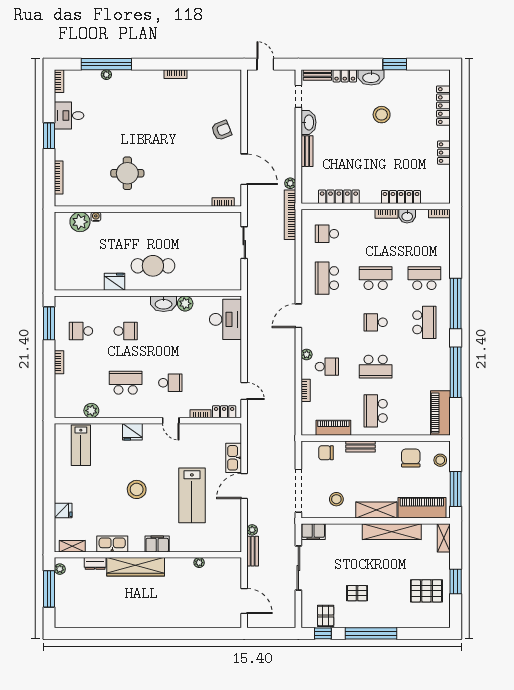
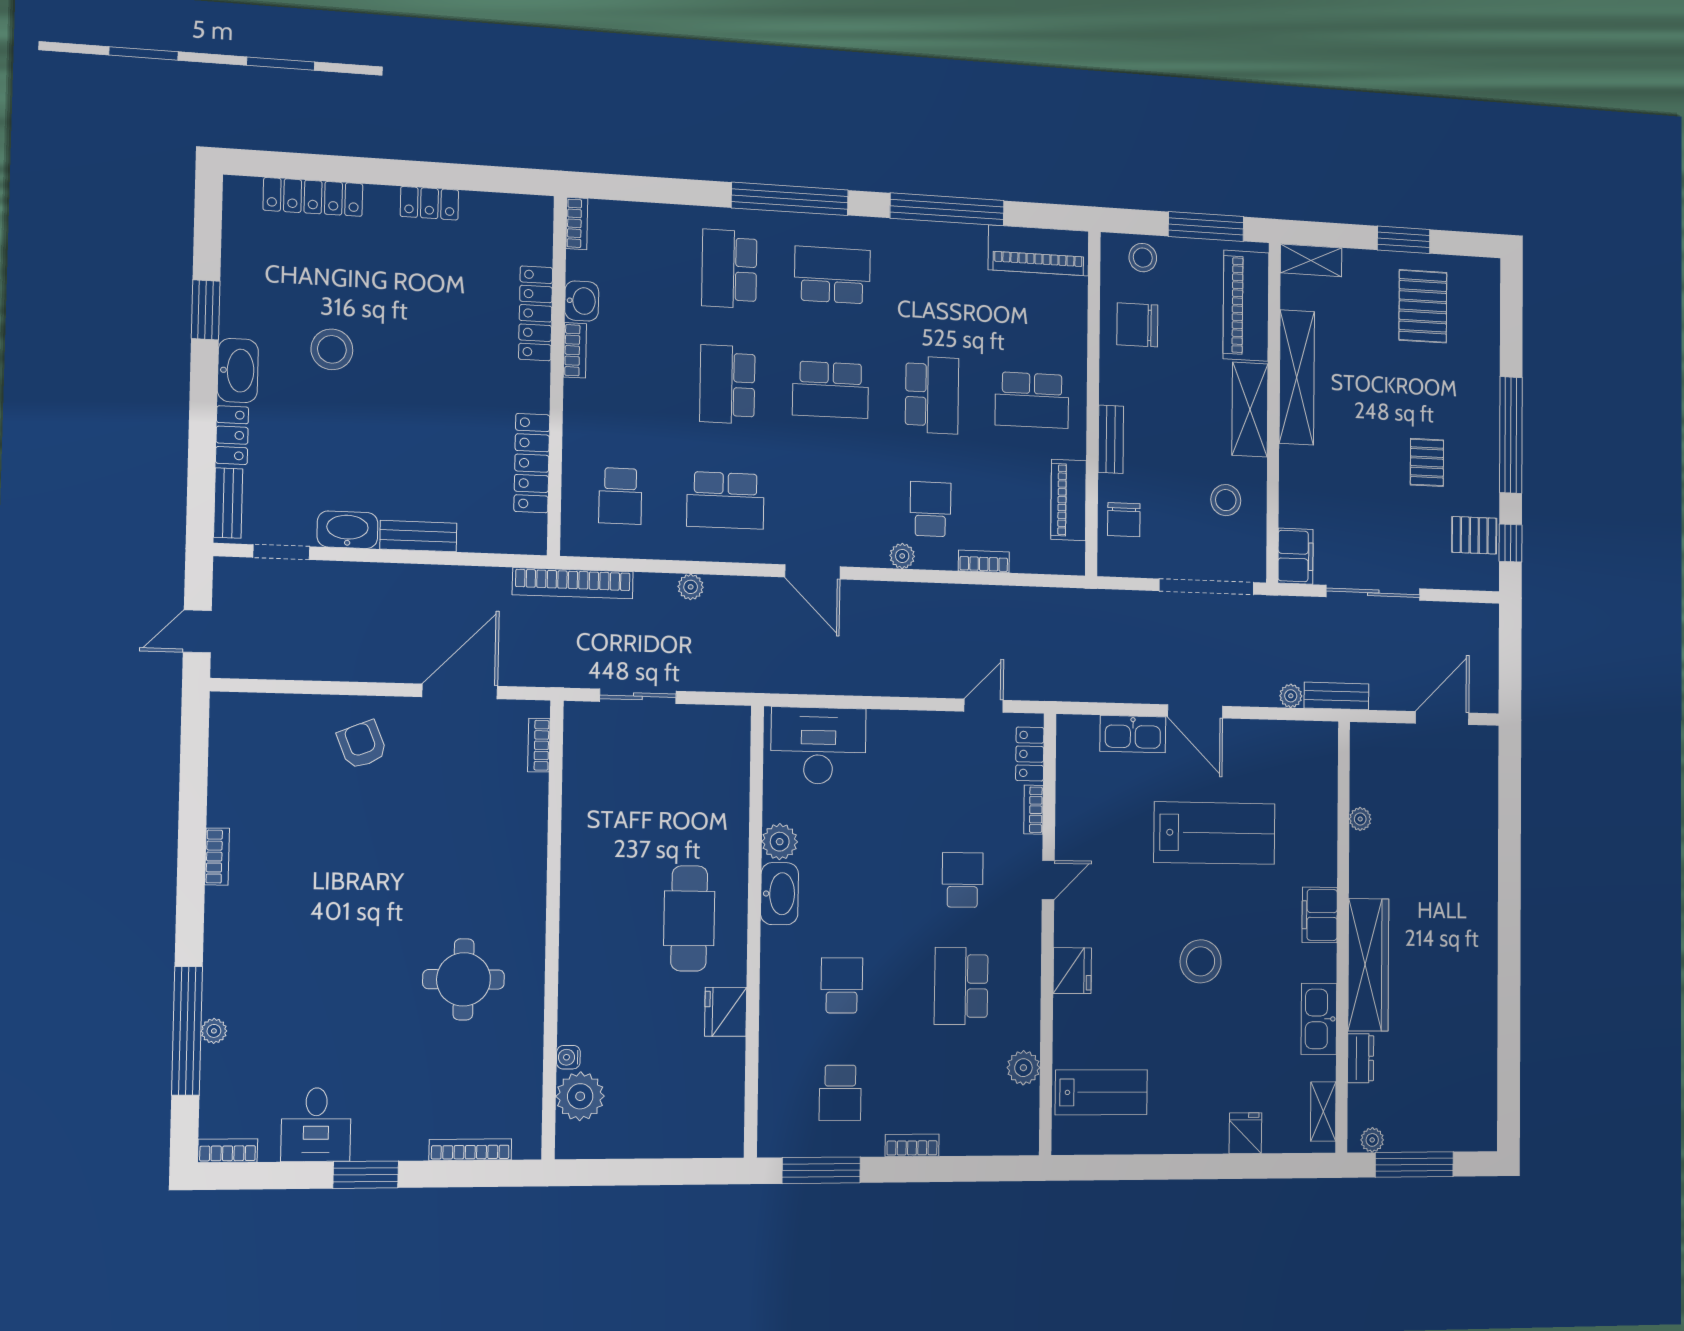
plant: (290, 183) -> (691, 587), moved
school desk: (376, 322) -> (831, 390), width x1.85

